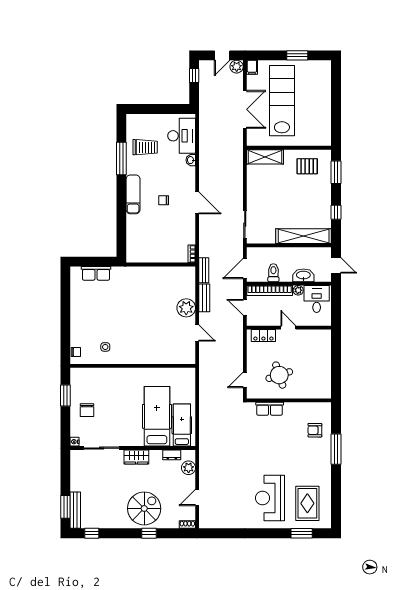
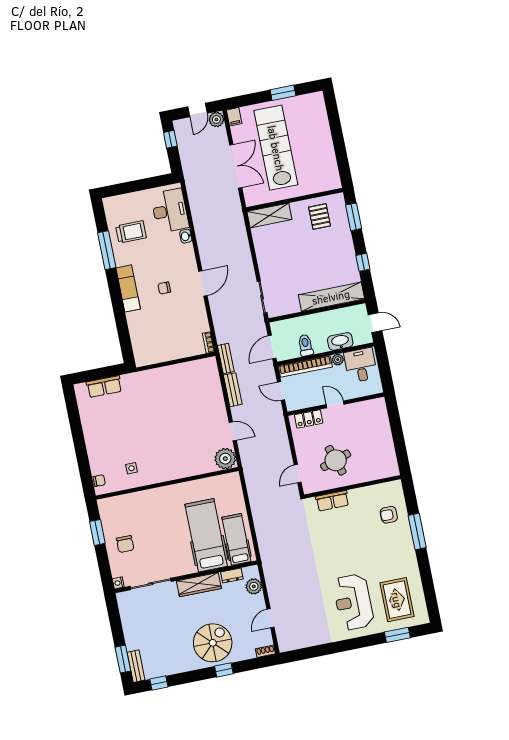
pallet: (307, 166) -> (320, 217), turned 90
door: (197, 203) -> (203, 283), hinge flipped
plant: (186, 308) -> (225, 459), moved
wardrobe: (136, 457) -> (199, 585), width x1.50
bench: (75, 510) -> (136, 666), width x0.73

